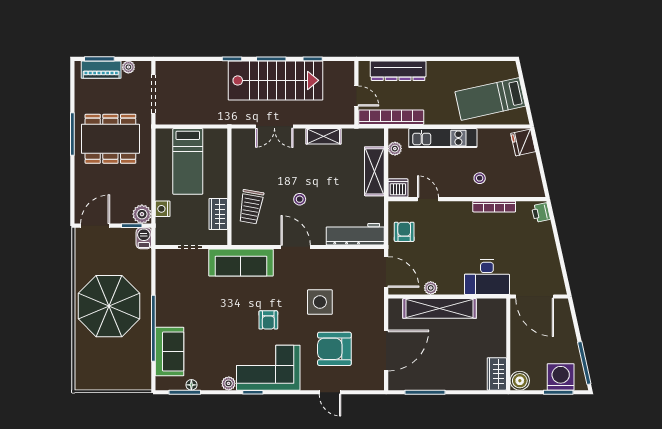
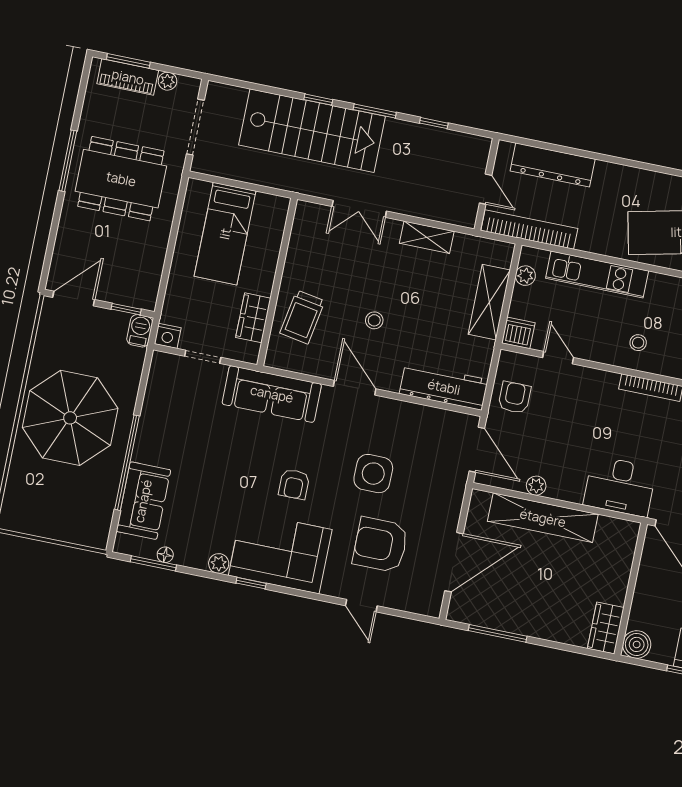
stairs: (276, 80) -> (312, 131), moved
nightstand: (163, 209) -> (168, 336), moved, turned -90
plant: (142, 214) -> (144, 296), removed

